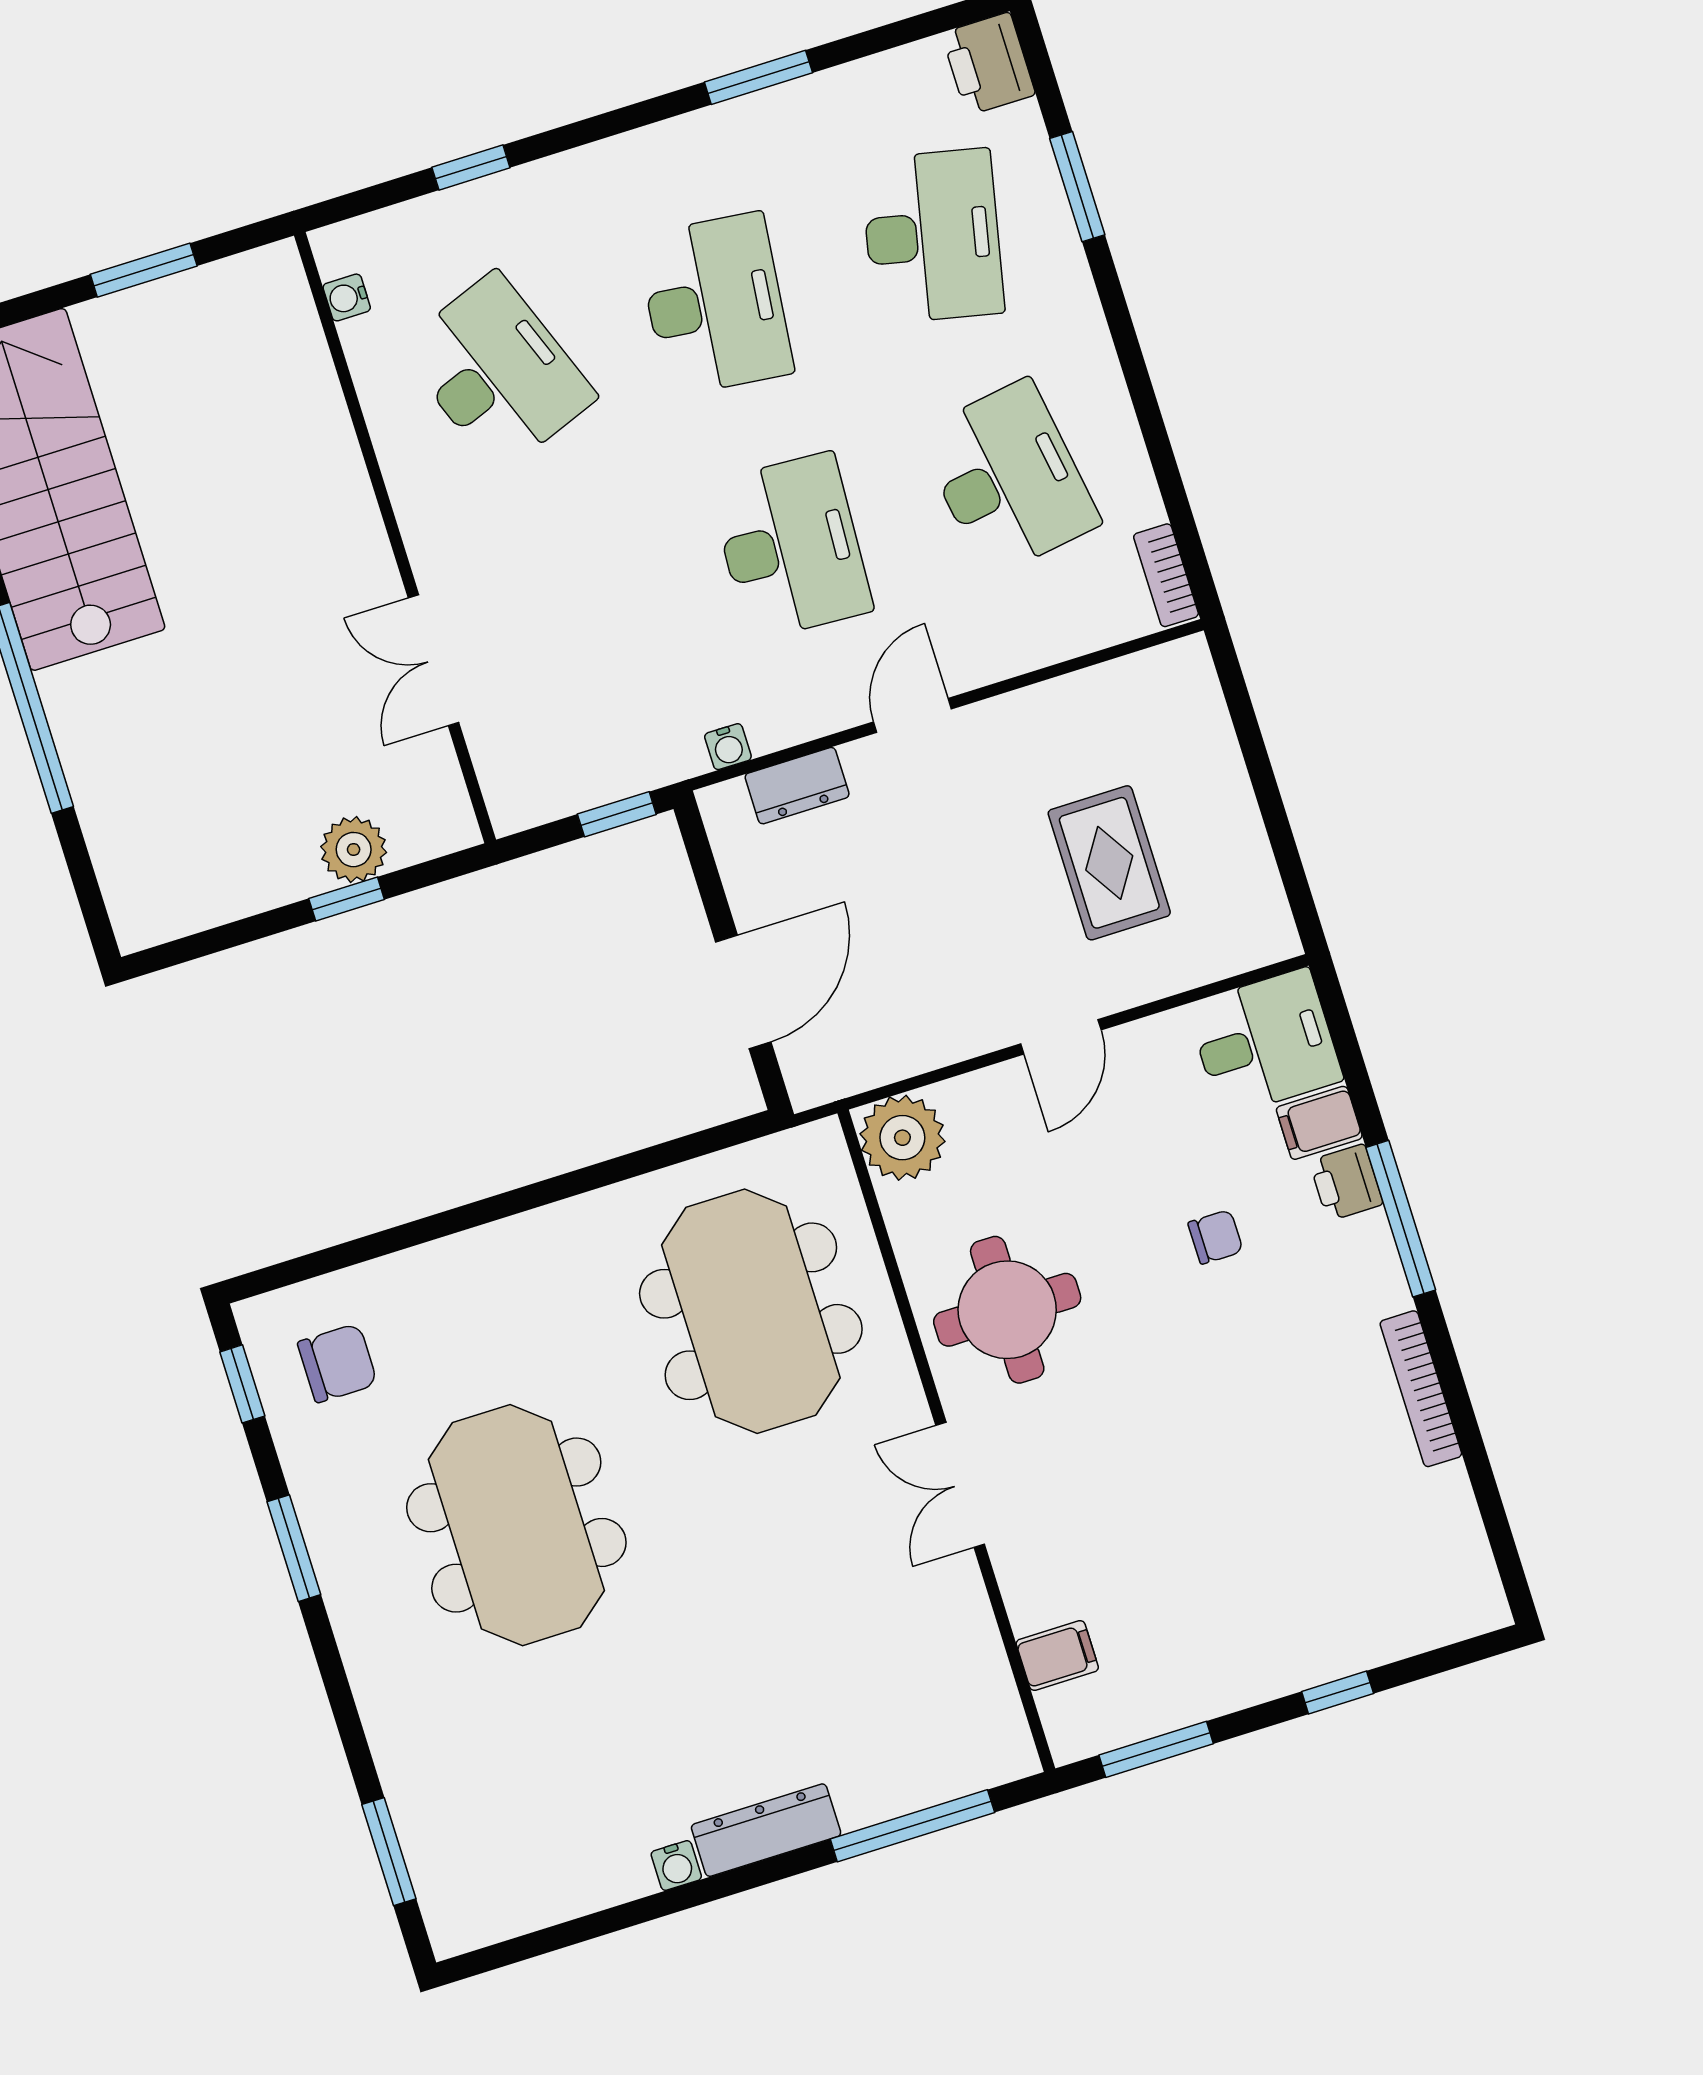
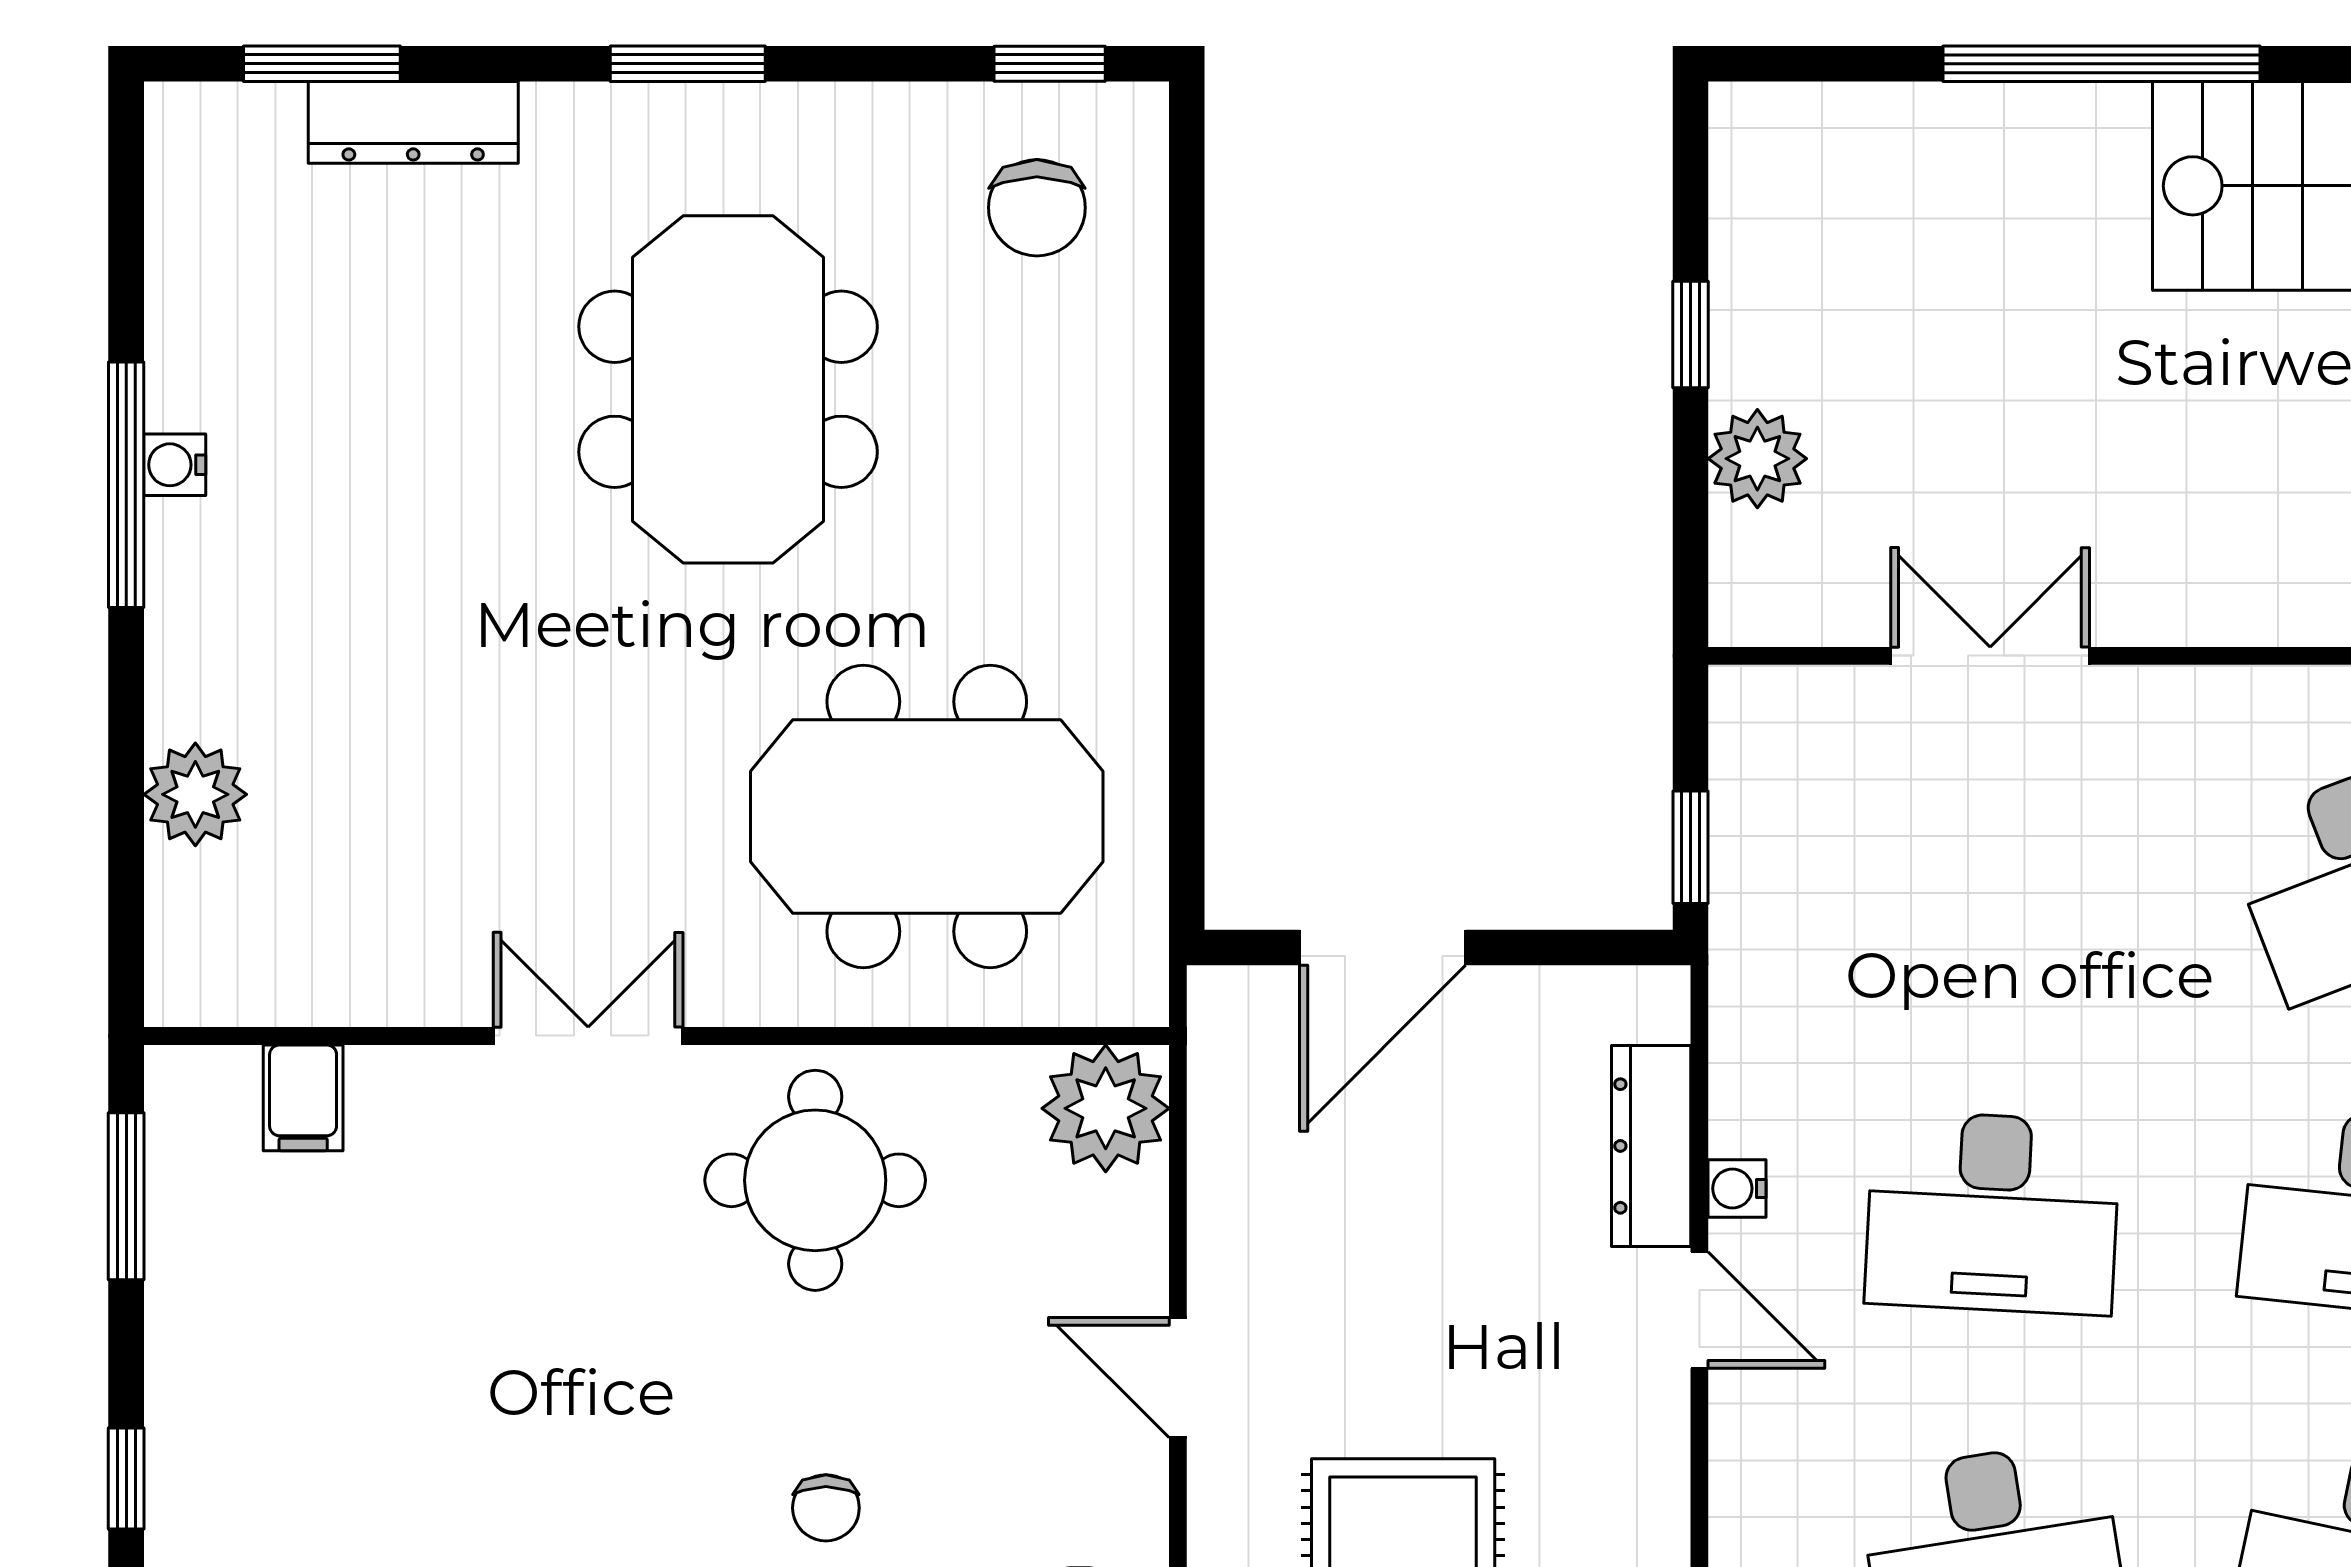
water cooler: (728, 747) -> (1737, 1189), moved
dresser: (797, 786) -> (1651, 1146), width x1.44
window: (347, 899) -> (1691, 334), moved
door: (743, 992) -> (1383, 948), hinge flipped
meeting table: (516, 1525) -> (728, 389), turned 90
window: (294, 1548) -> (688, 64), moved
plant: (884, 1786) -> (195, 794), added
window: (912, 1826) -> (126, 485), moved
dresser: (766, 1830) -> (413, 122), moved, turned 90

